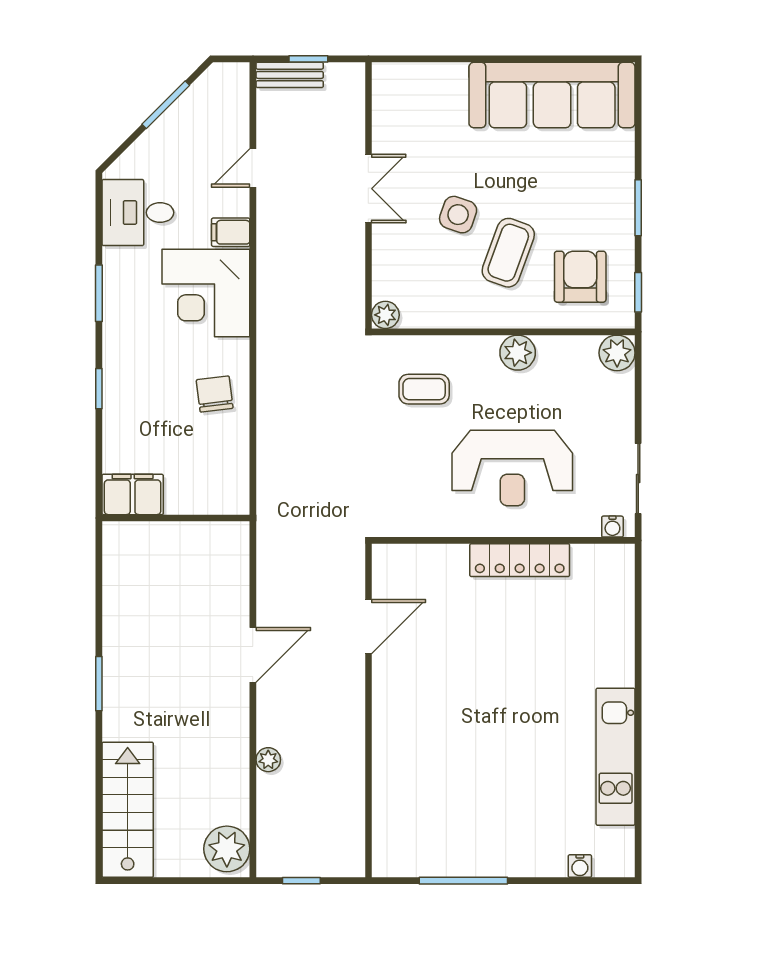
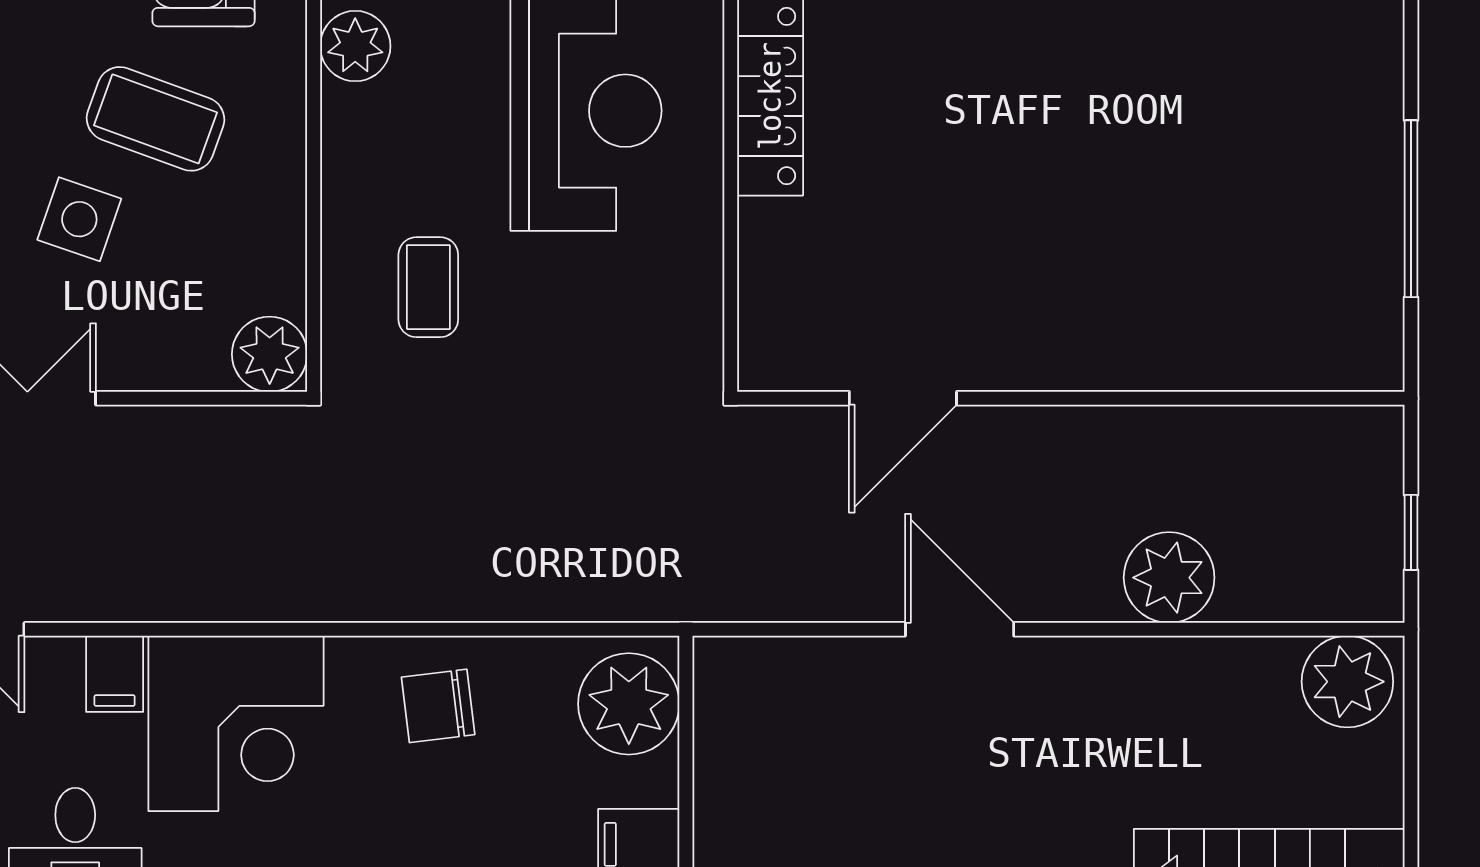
plant: (385, 315) -> (270, 354), width x1.38, depth x1.38
plant: (518, 353) -> (355, 46), moved
plant: (216, 489) -> (629, 704), added
door: (368, 627) -> (903, 398), swing flipped
plant: (268, 760) -> (1169, 578), width x1.87, depth x1.87

